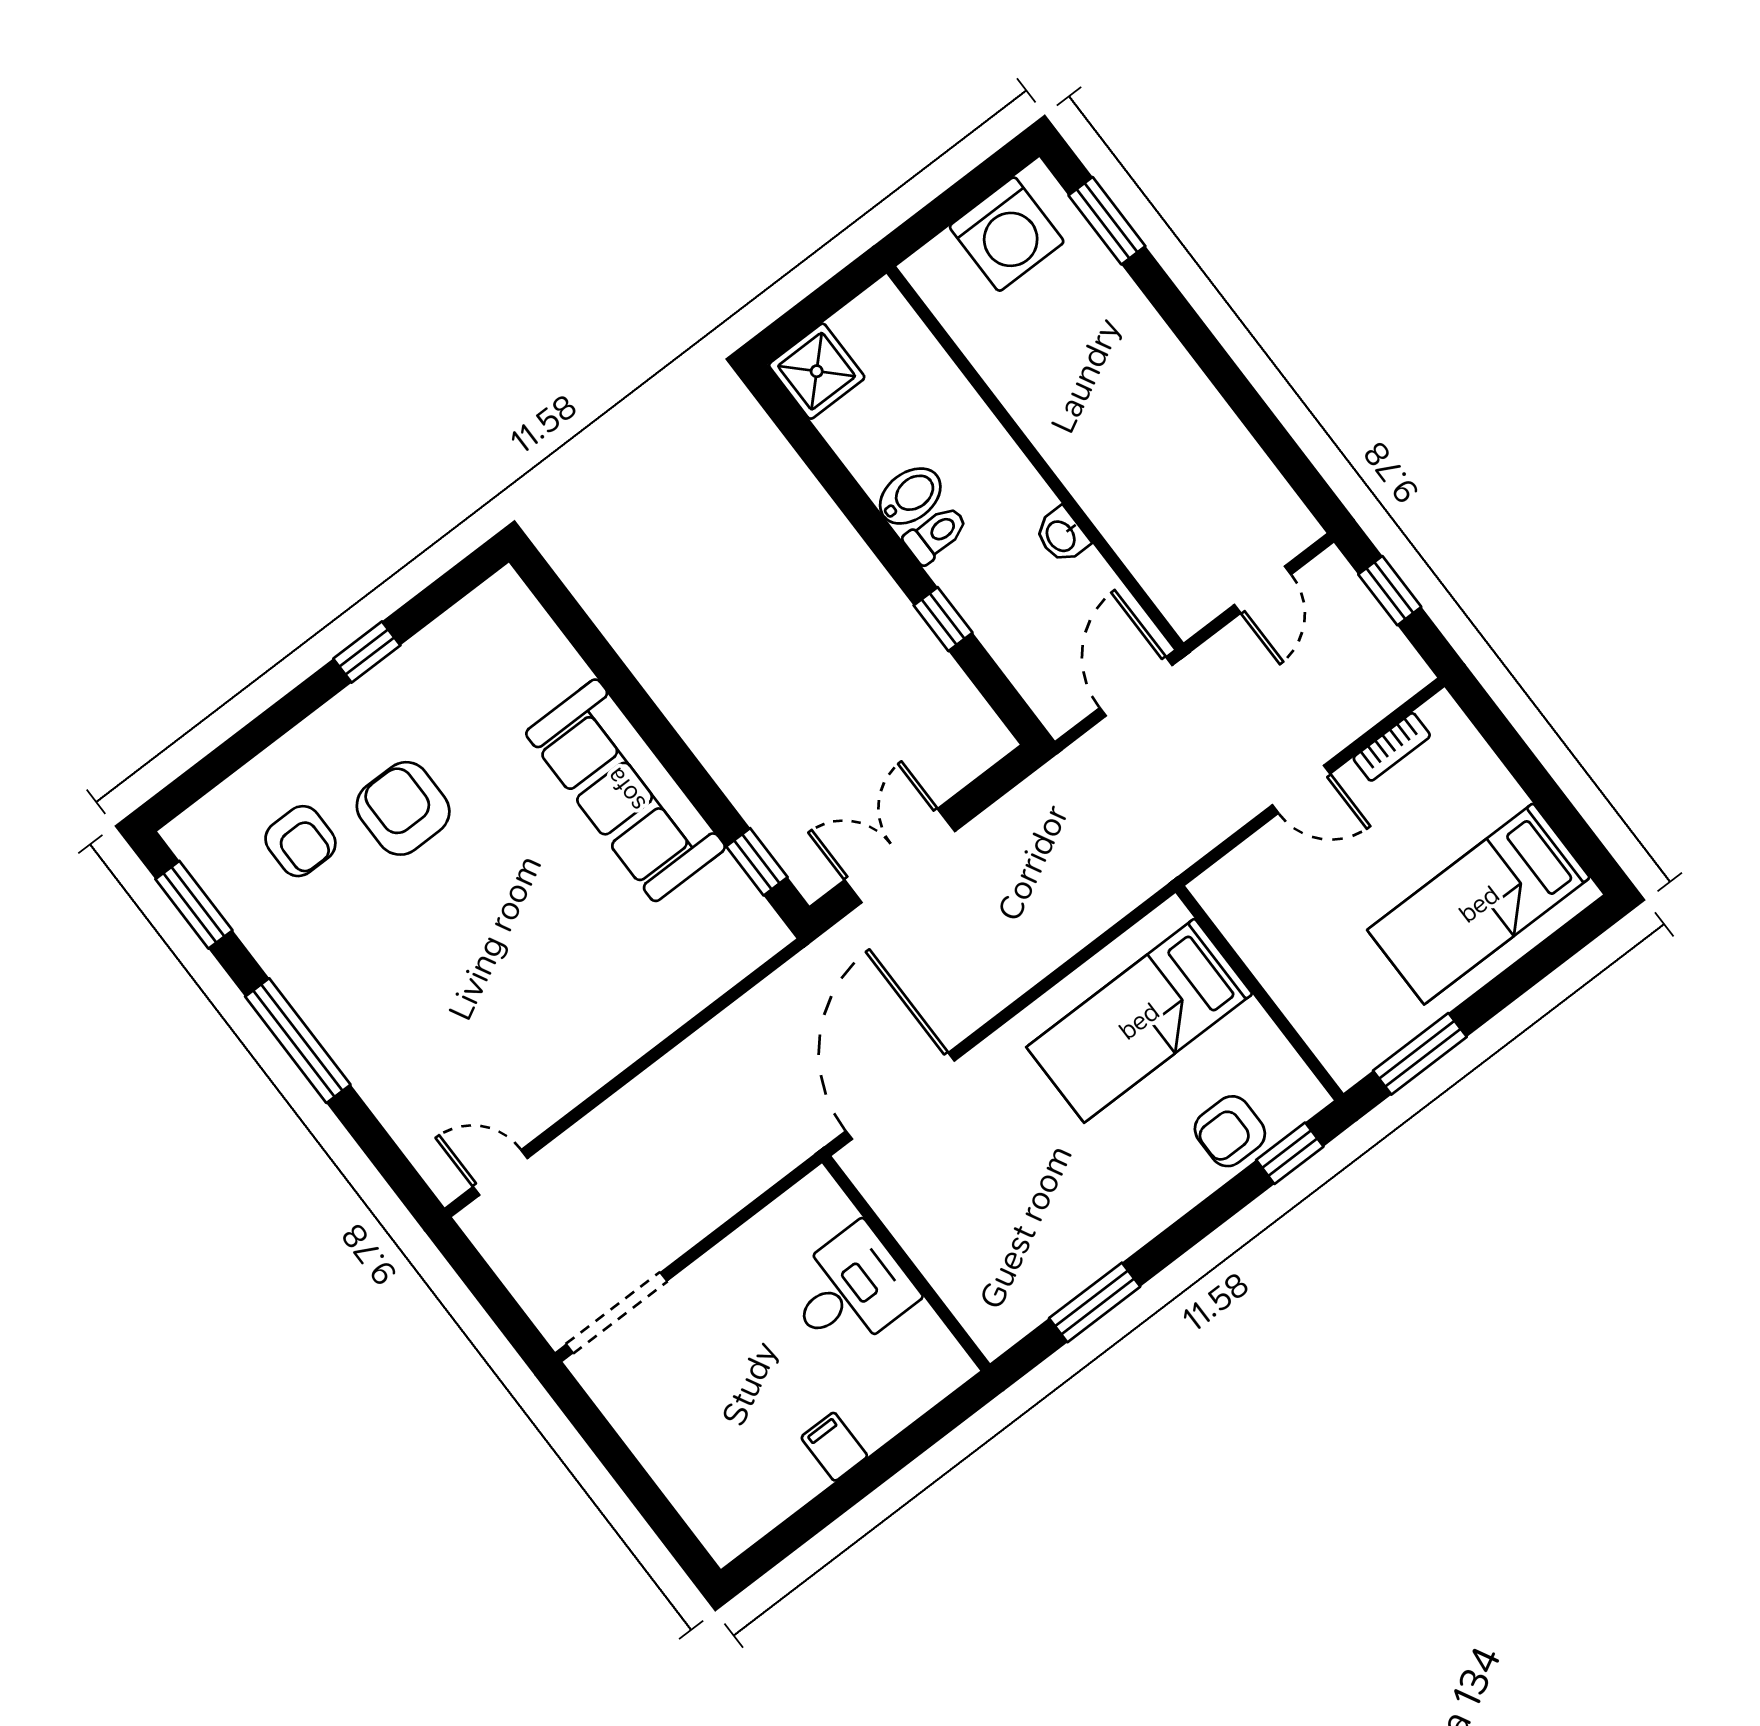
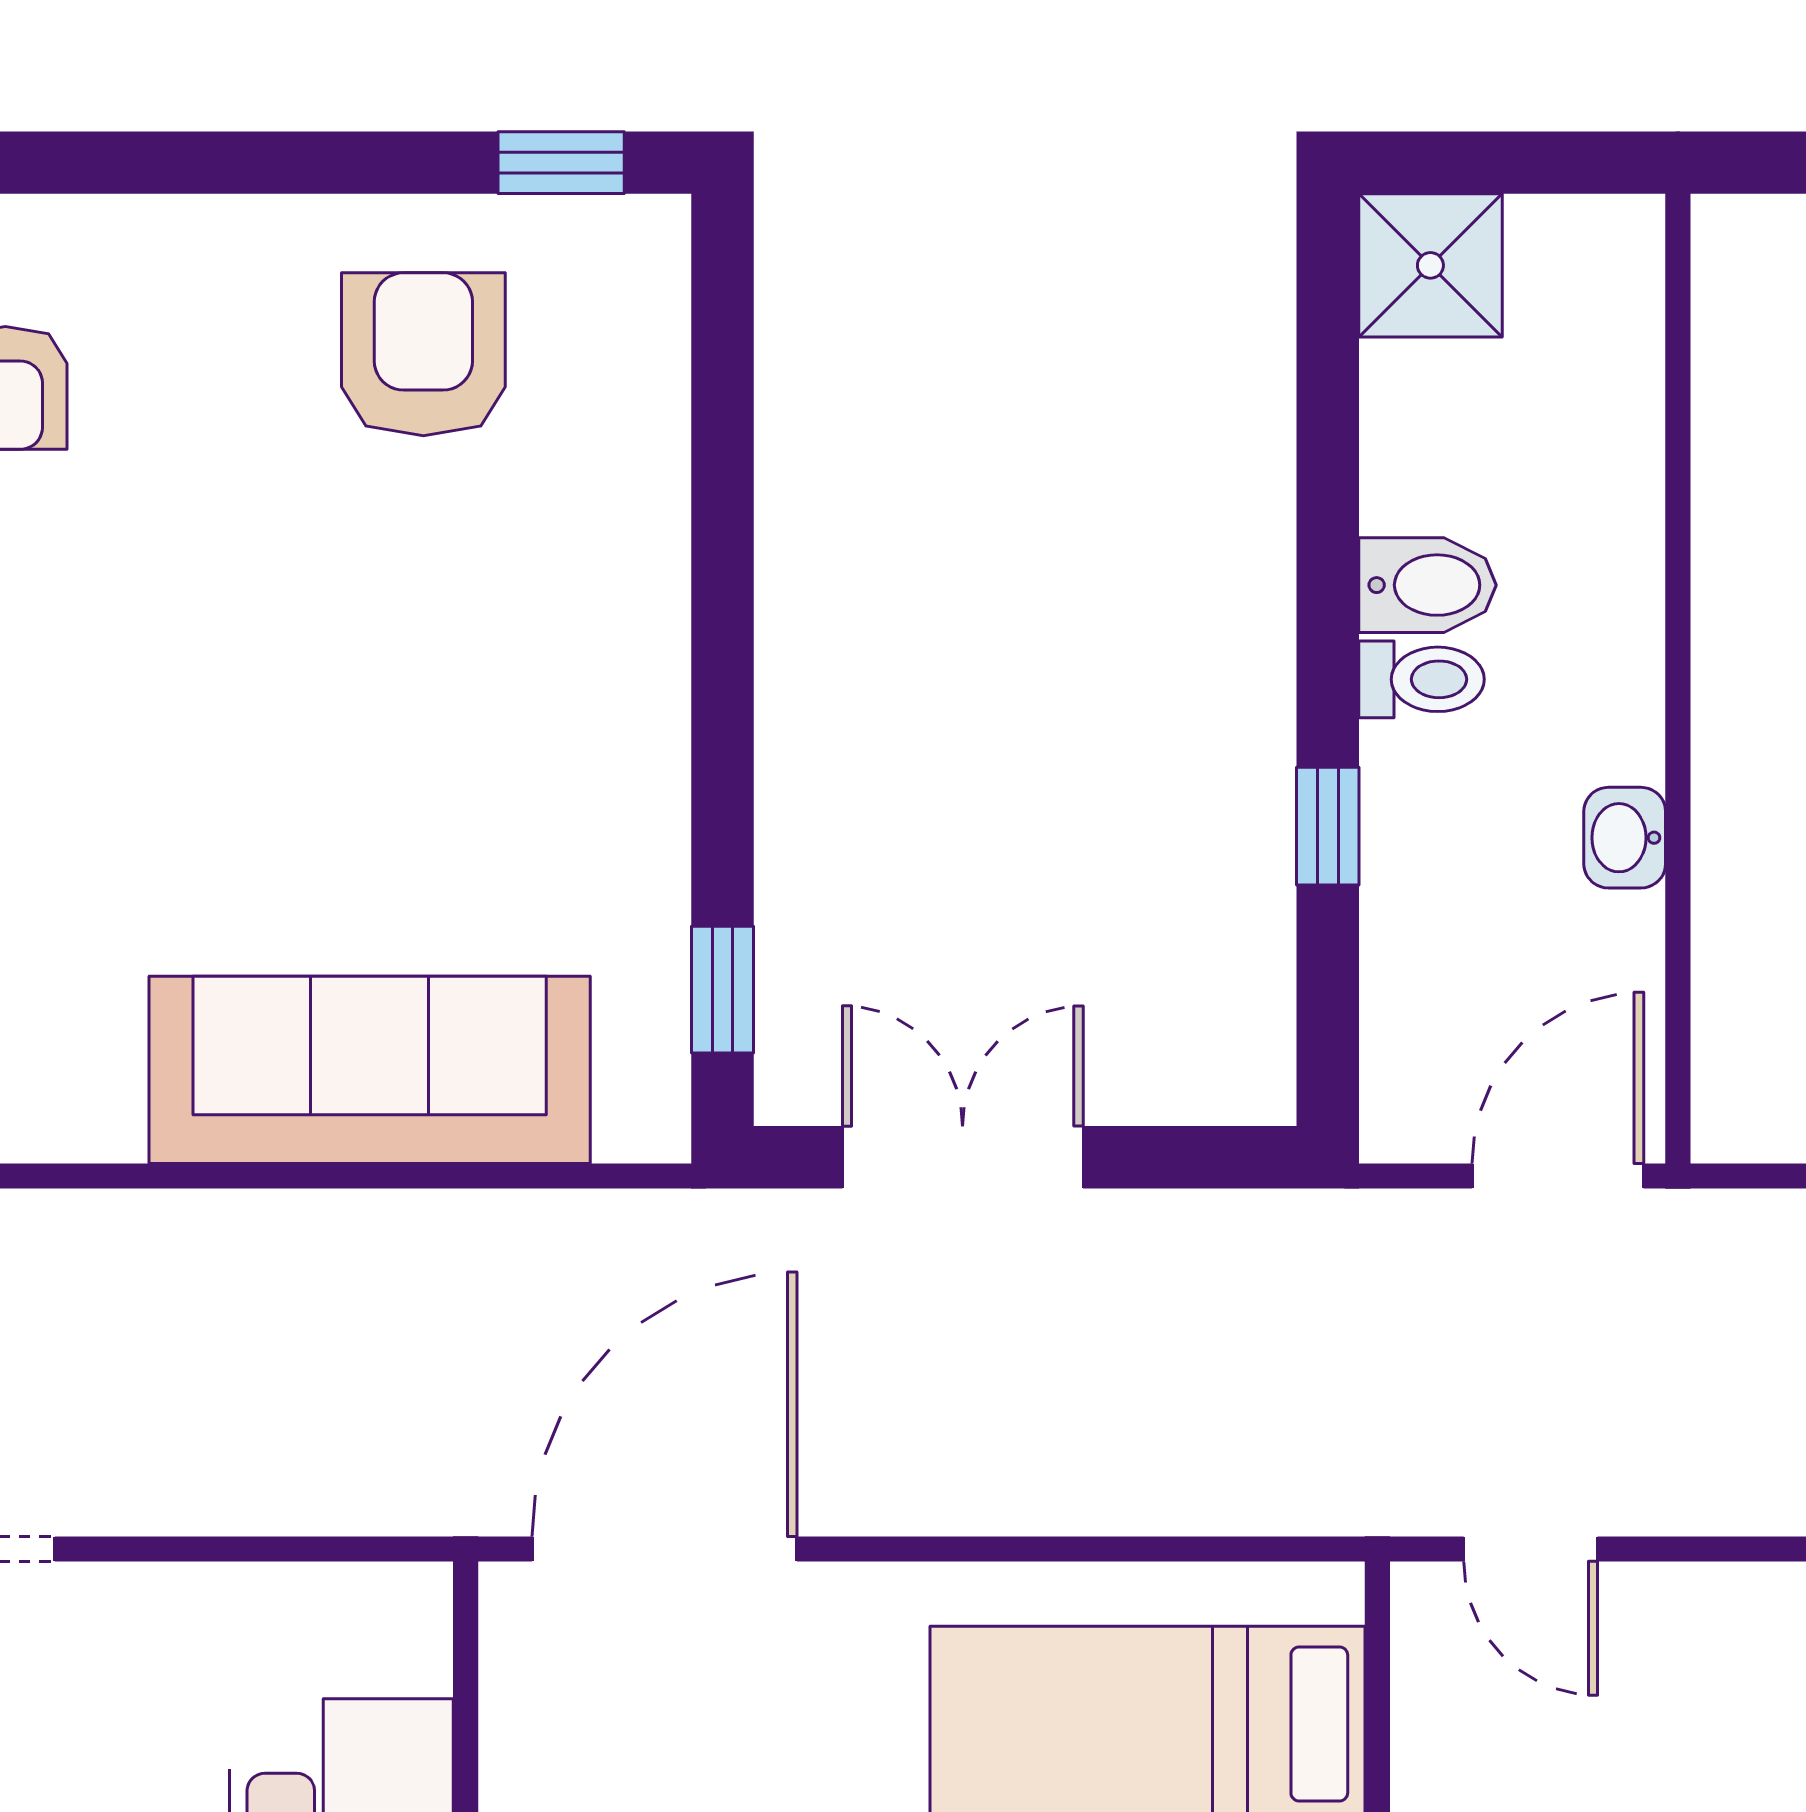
window: (367, 652) -> (561, 163), moved
door: (1301, 789) -> (1531, 1549), moved
sofa: (626, 790) -> (370, 1070), moved, turned 90
armchair: (403, 808) -> (423, 354), moved

